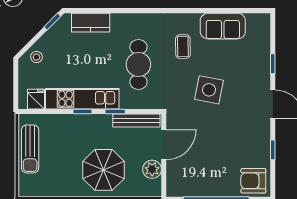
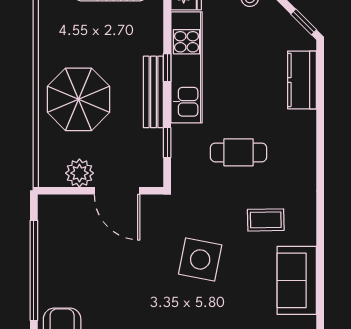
cafe table: (138, 64) -> (239, 152), width x0.73, depth x0.74
window: (115, 112) -> (167, 142), moved
bench: (136, 121) -> (153, 92), moved

